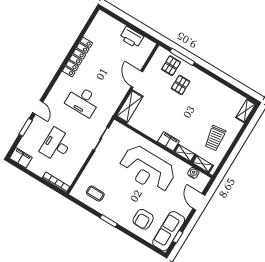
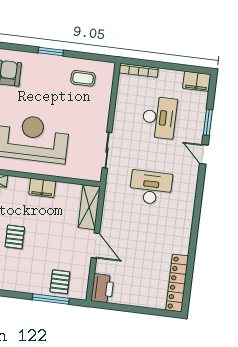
printer: (132, 37) -> (102, 288), moved, turned 90
locker: (77, 57) -> (177, 283), moved
pallet: (181, 85) -> (15, 237), moved
filing cabinet: (168, 141) -> (42, 188), moved

